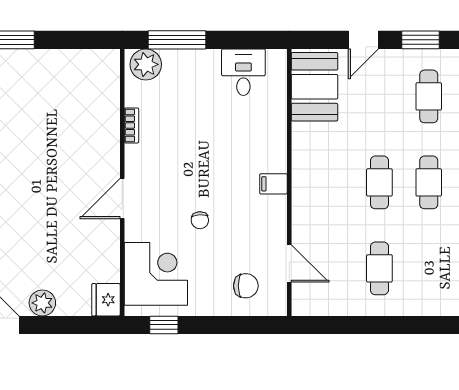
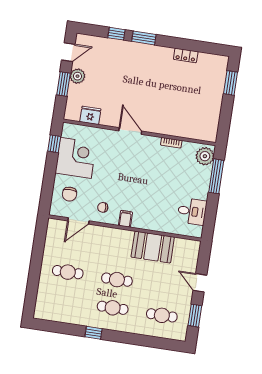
booth: (315, 87) -> (153, 247), moved
chair: (200, 220) -> (103, 207), moved
corner desk: (156, 274) -> (76, 158), moved, turned -90
fridge: (106, 300) -> (90, 115), moved
window: (59, 325) -> (63, 84), added

